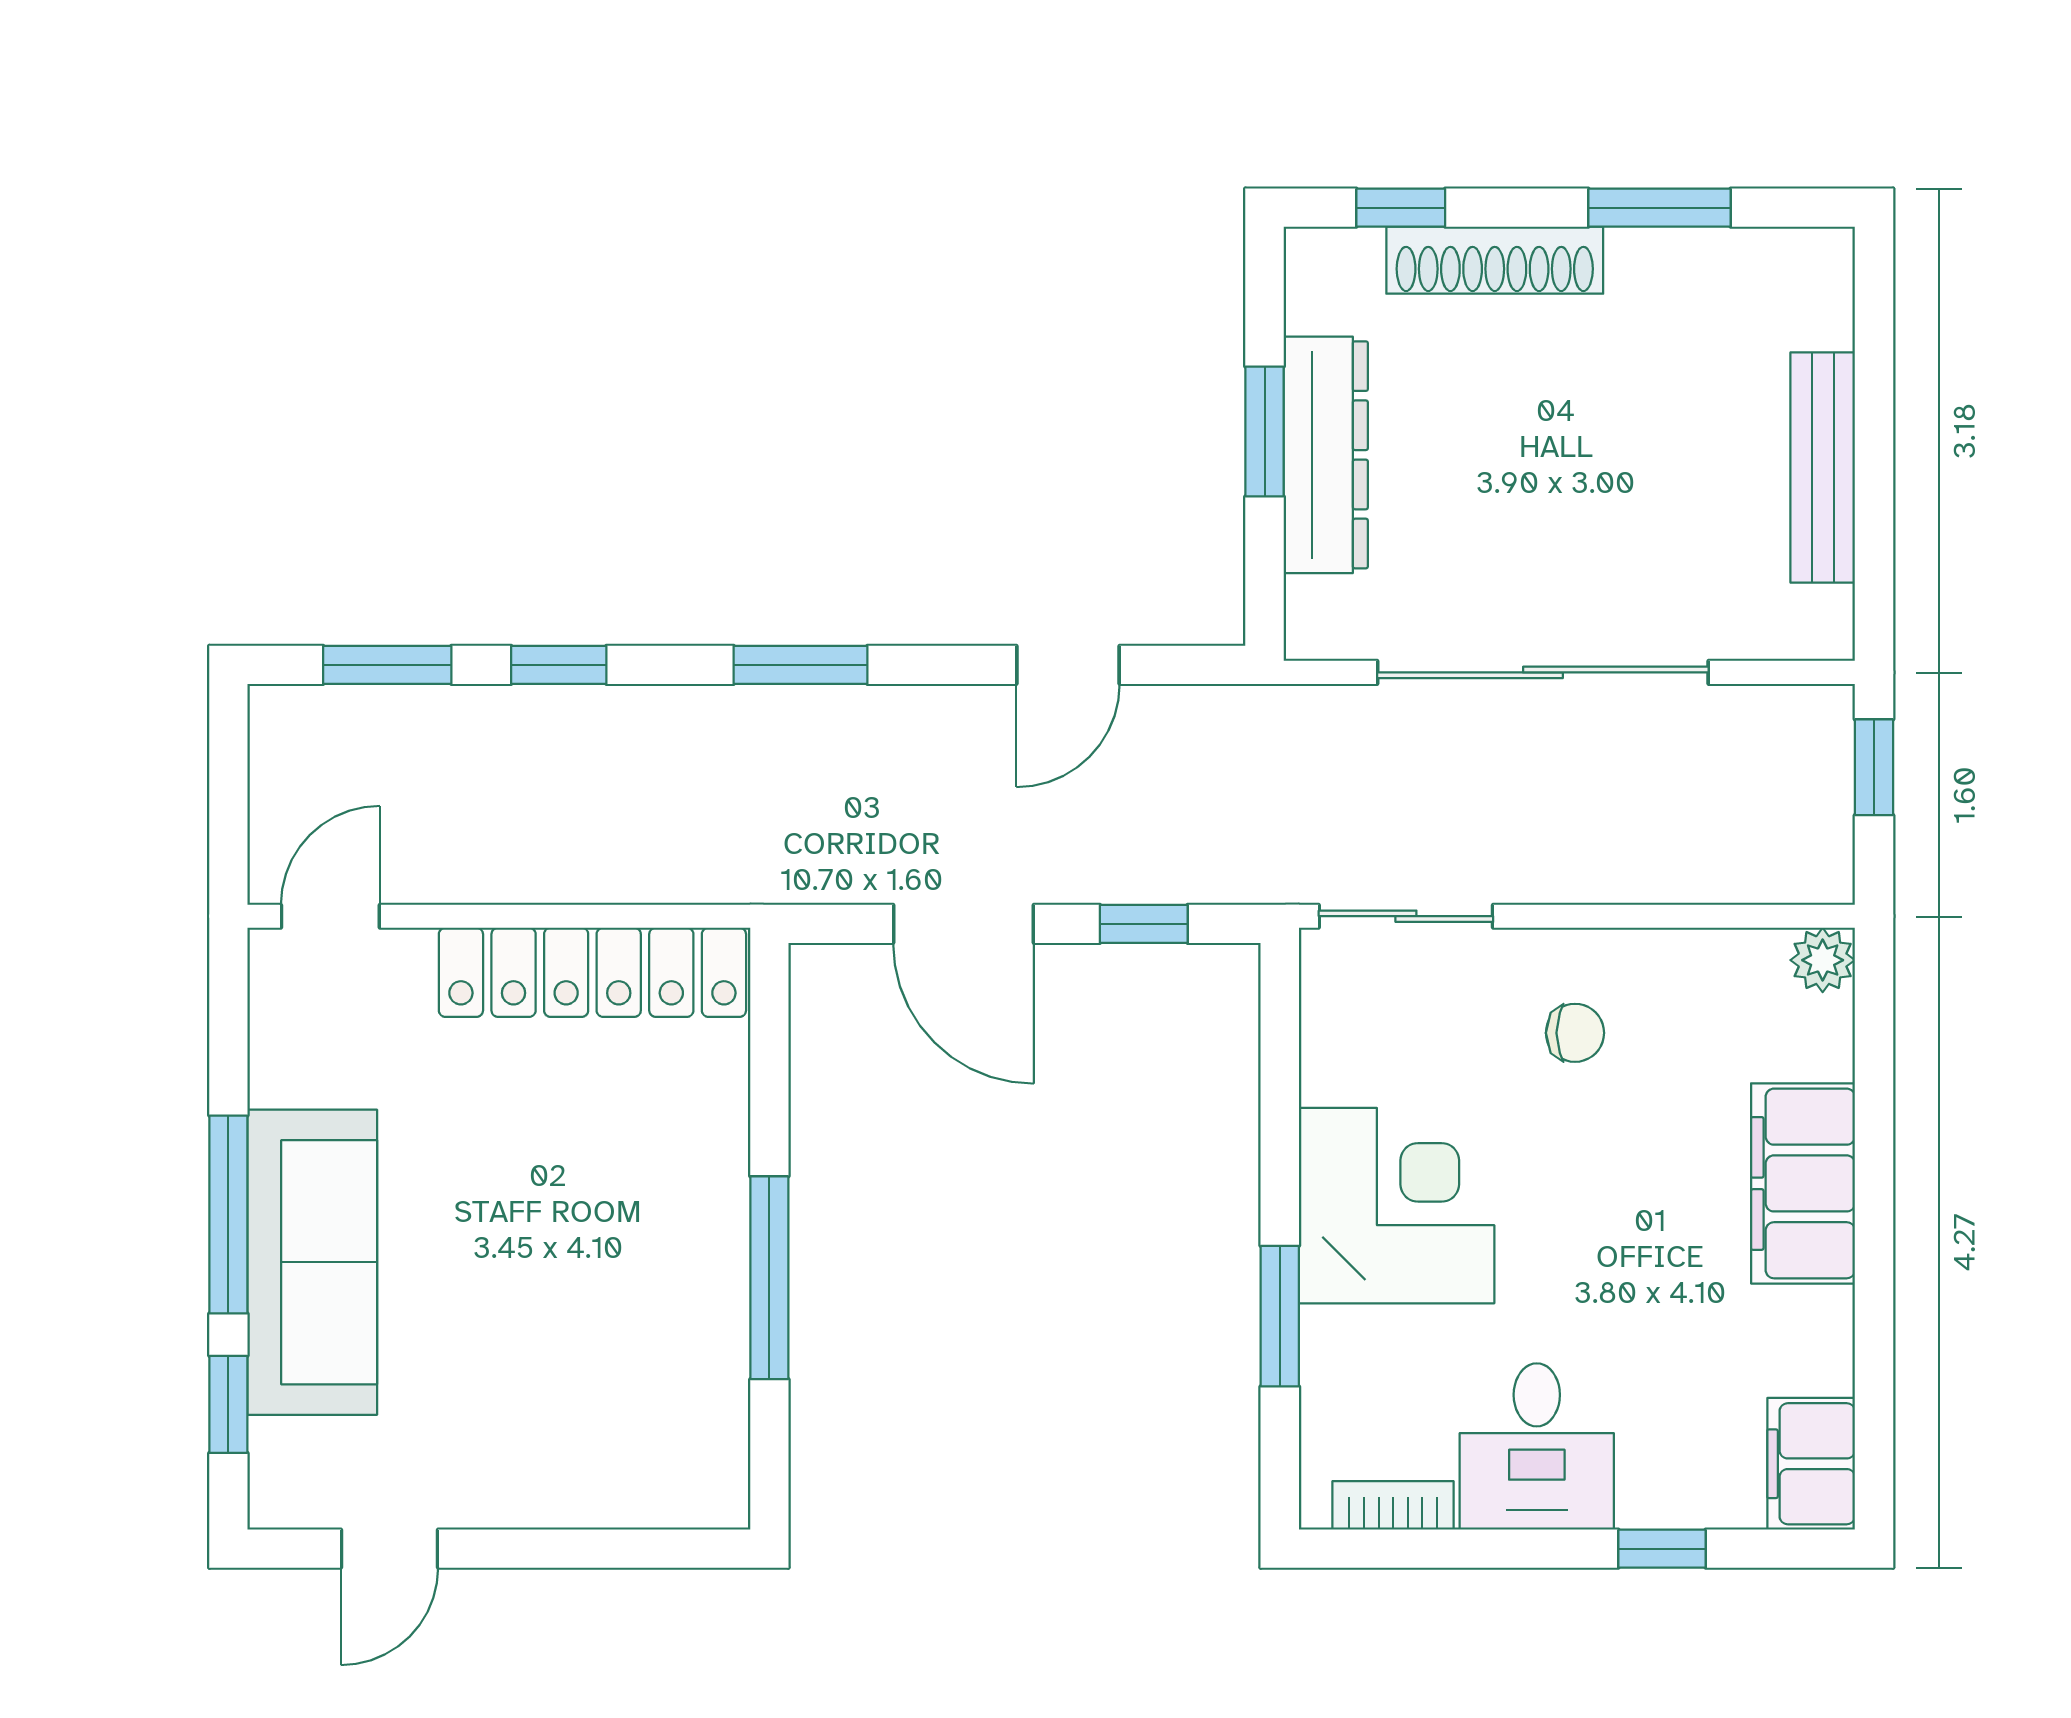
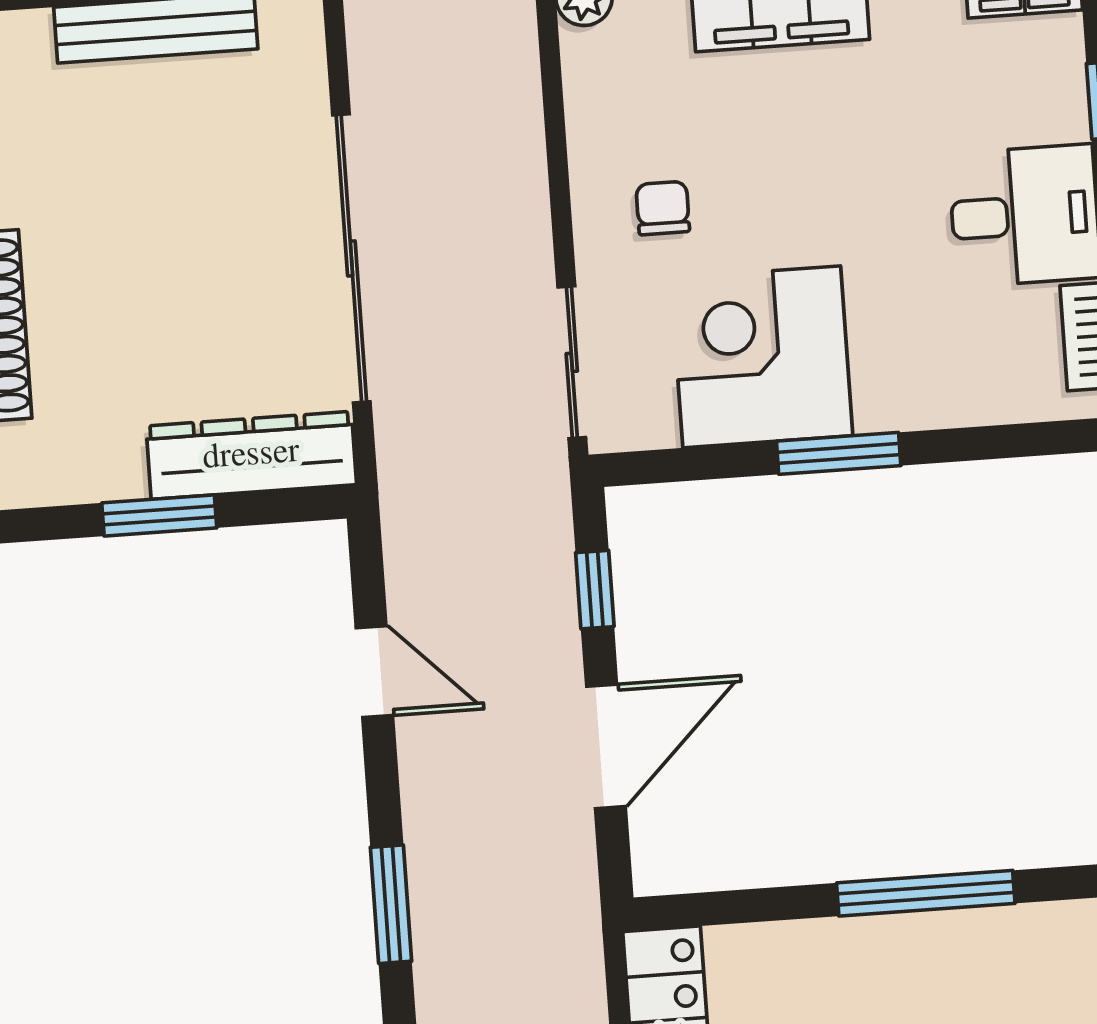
dresser: (1326, 455) -> (251, 455), moved
corner desk: (1397, 1206) -> (762, 357), moved
window: (1280, 1316) -> (839, 453), moved

